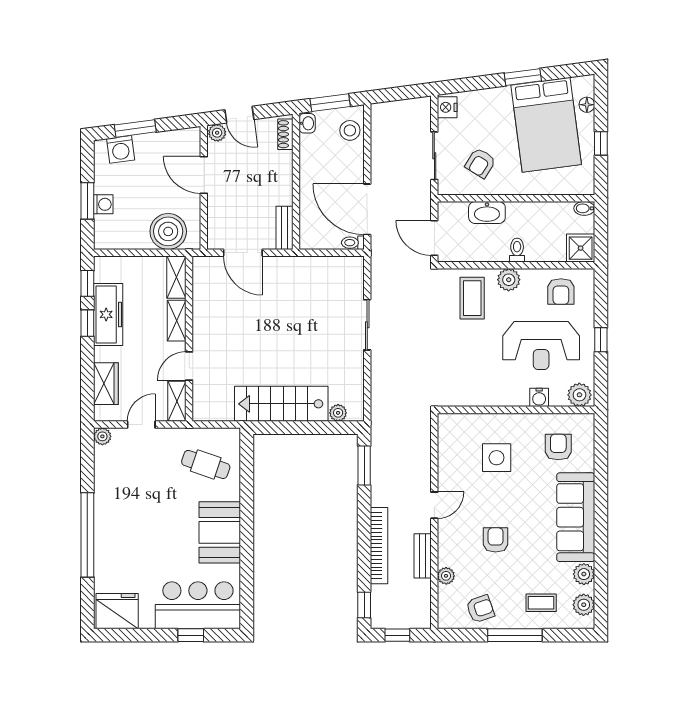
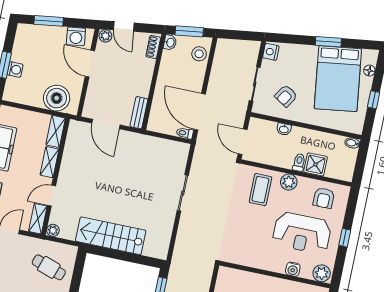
washing machine: (121, 149) -> (76, 36), moved
washbasin: (487, 212) -> (284, 129), width x0.52, depth x0.69
shower: (581, 248) -> (316, 164), moved
plant: (338, 413) -> (53, 230), moved

